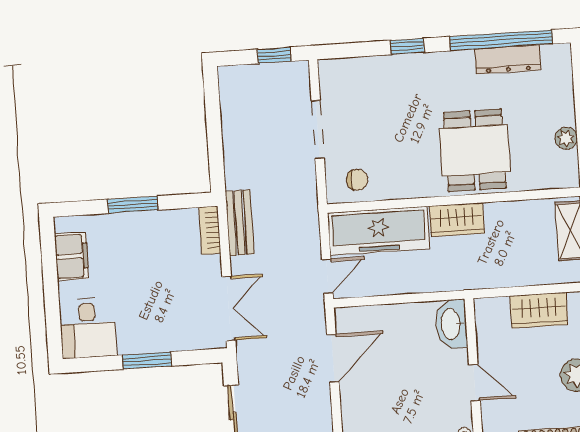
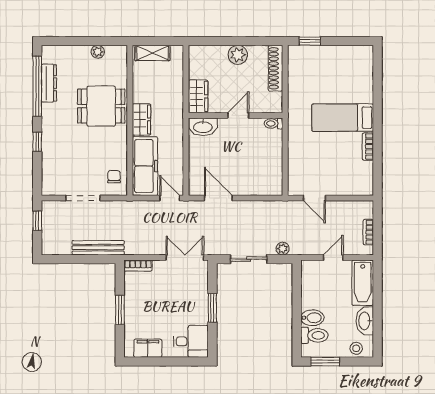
bench: (240, 223) -> (98, 248), moved, width x1.36
wardrobe: (539, 310) -> (198, 96), moved

